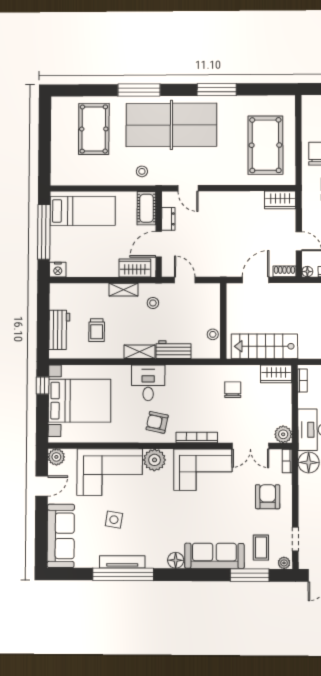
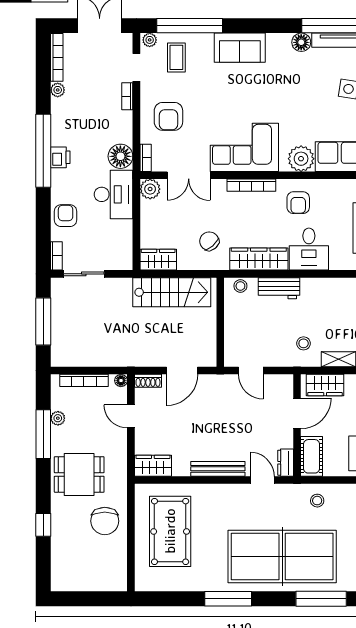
bench: (225, 198) -> (218, 469), added
dresser: (168, 219) -> (286, 463), moved
door: (185, 280) -> (251, 371), moved
stool: (213, 334) -> (240, 286), moved
shelving: (139, 352) -> (319, 286), removed
wardrobe: (191, 374) -> (259, 259), added
bookcase: (302, 380) -> (127, 96), moved
chair: (233, 390) -> (209, 241), turned 139
armchair: (157, 422) -> (298, 203), turned 78
double door: (250, 446) -> (189, 175), swing flipped
sofa: (214, 556) -> (240, 48), width x0.73
floor lamp: (176, 560) -> (301, 42), moved
window: (250, 575) -> (190, 26), width x1.46

